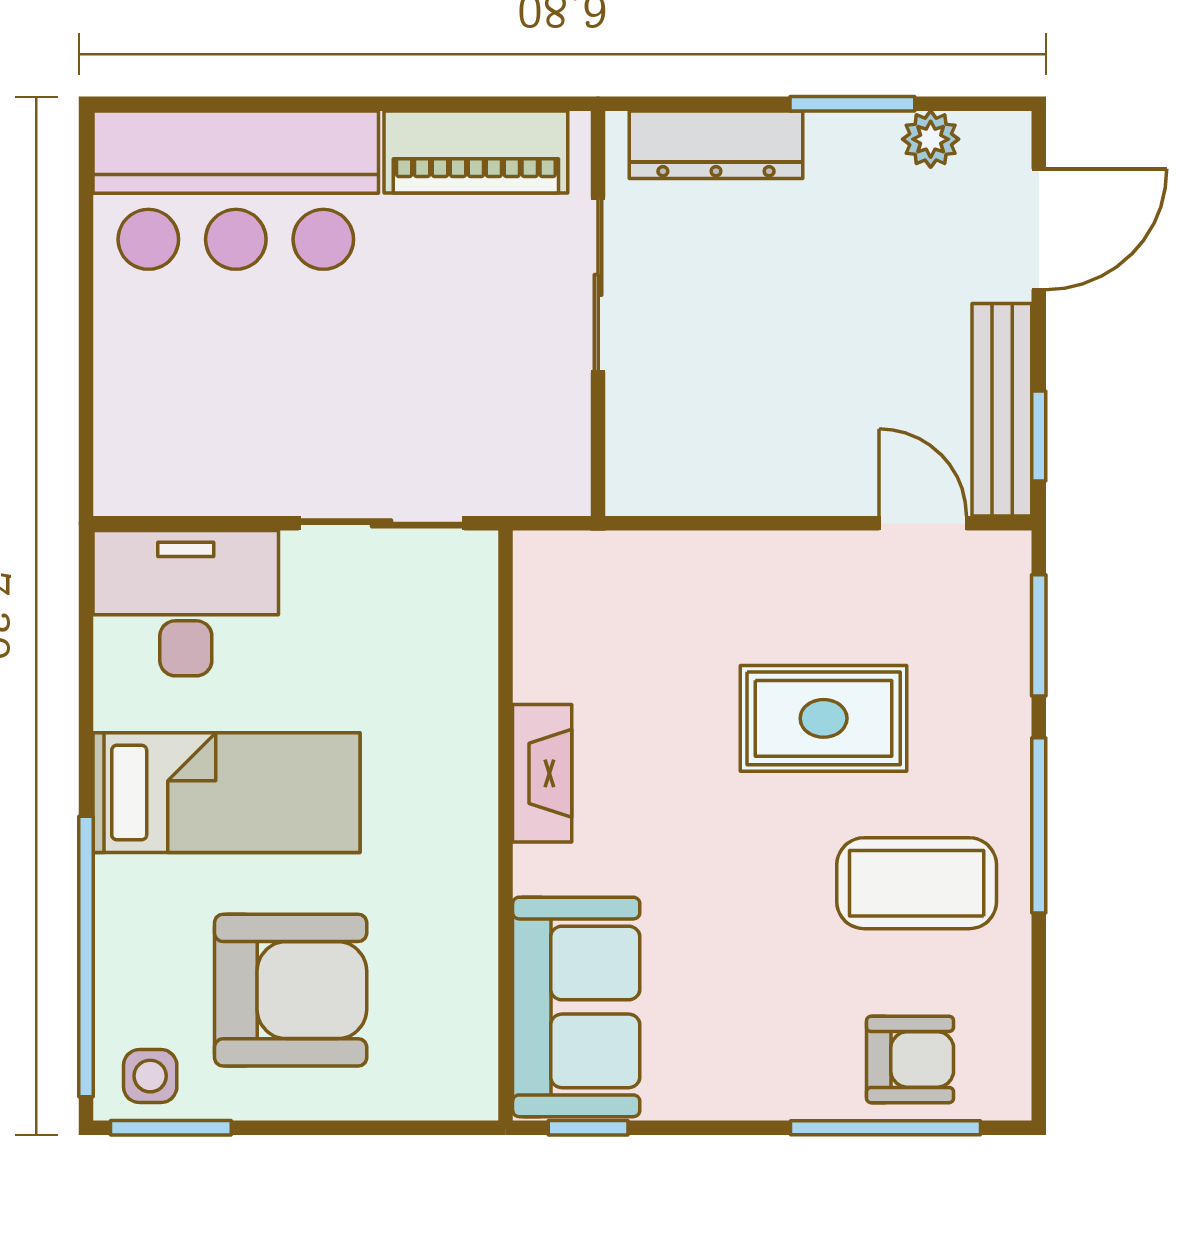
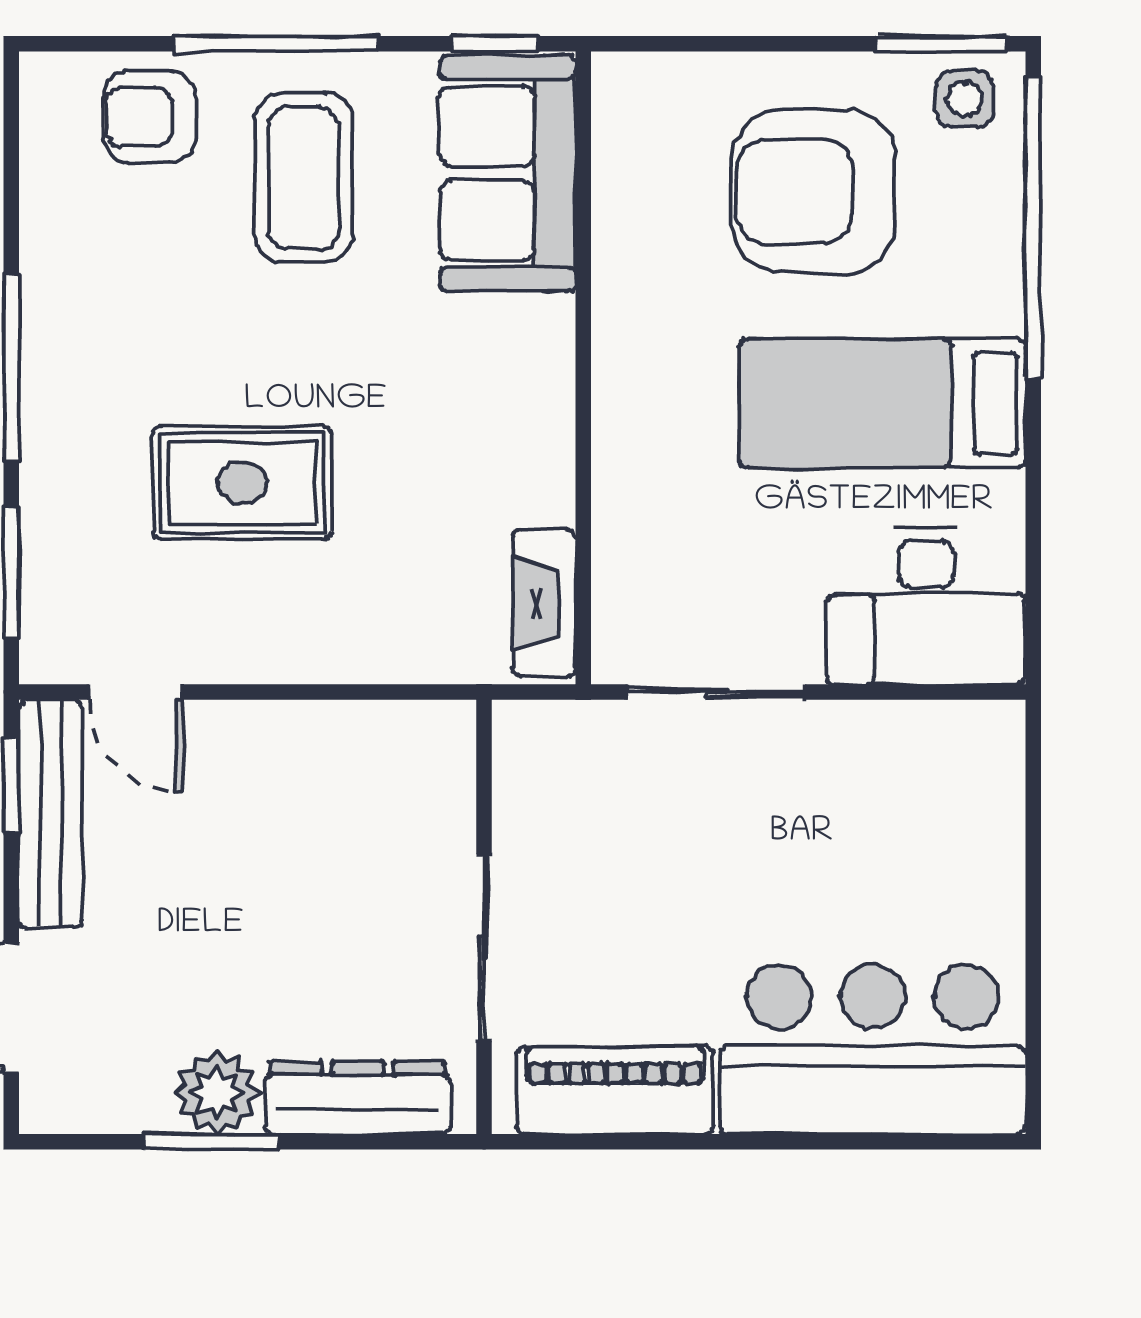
plant: (931, 139) -> (217, 1093), moved, width x1.38, depth x1.38
fireplace: (542, 773) -> (544, 603), moved
coffee table: (917, 883) -> (303, 178), moved, turned 90
window: (885, 1128) -> (275, 44), moved

